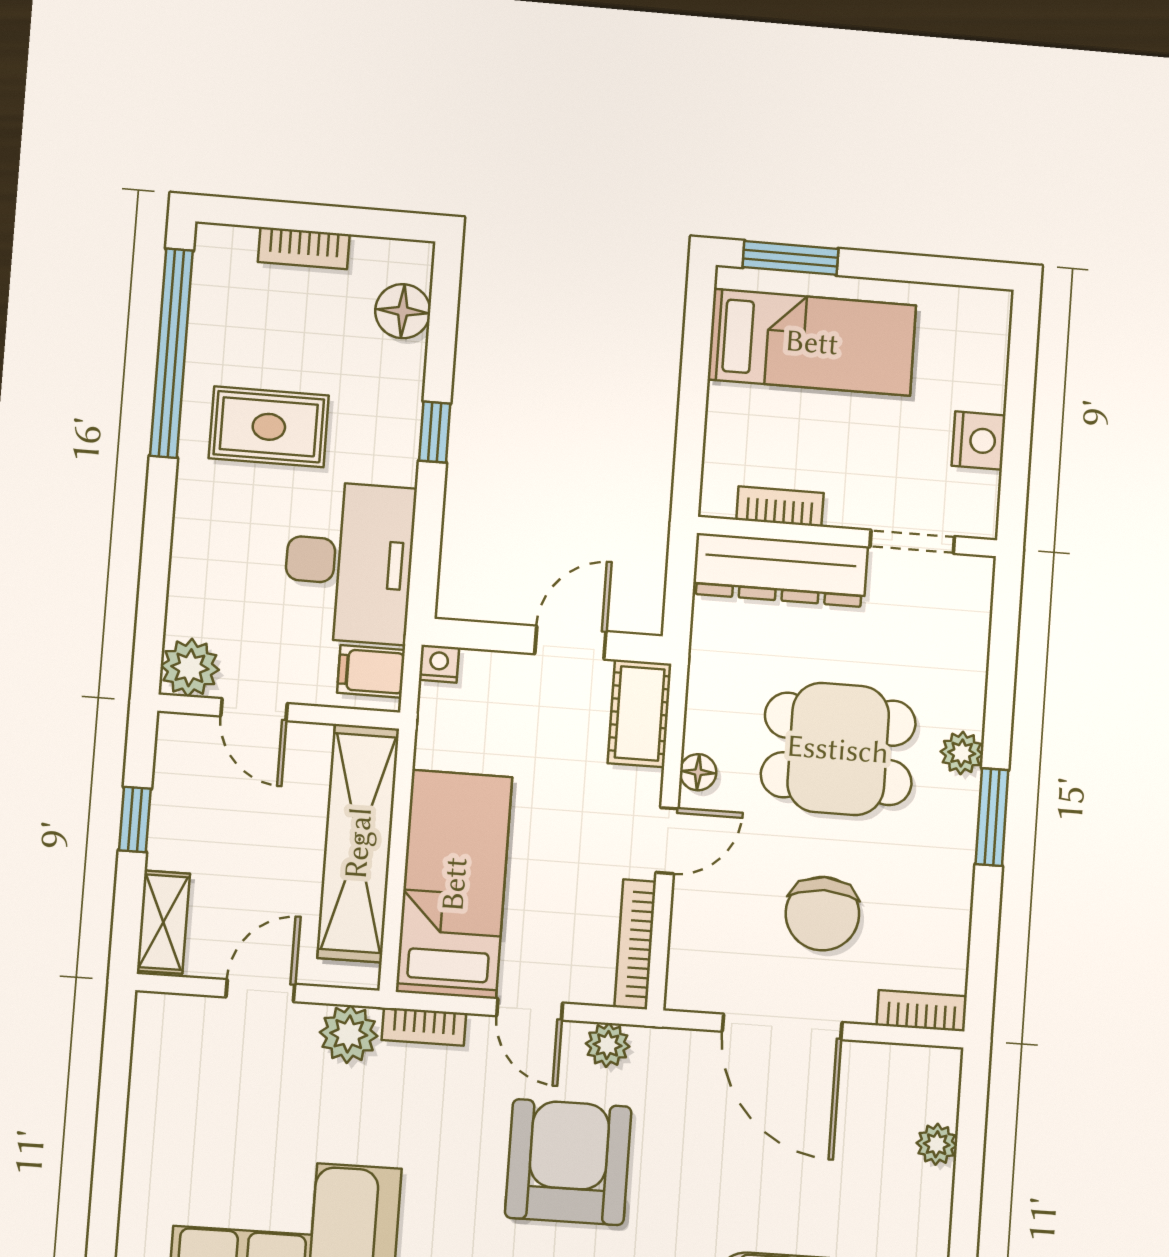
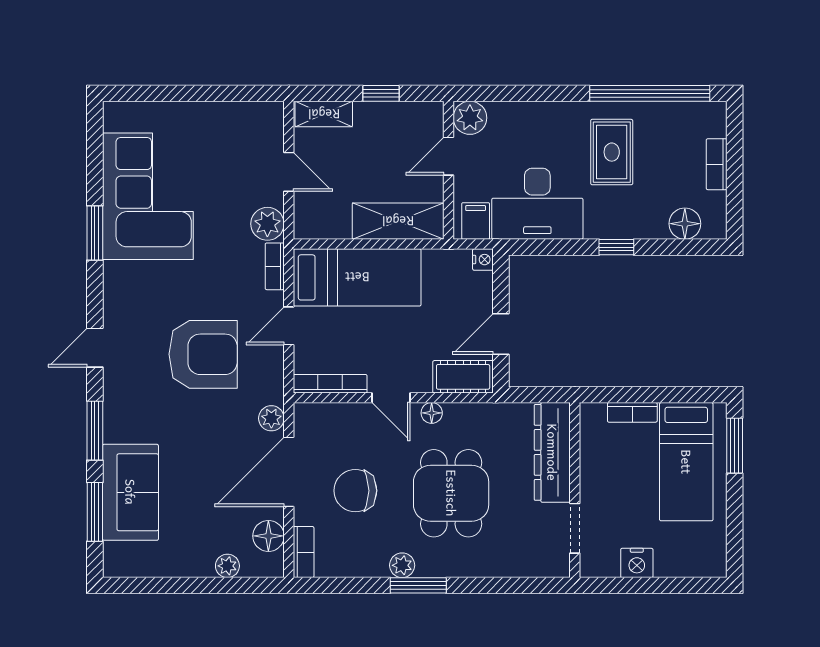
bookcase: (780, 506) -> (632, 412), moved, turned 90
door: (570, 643) -> (501, 334), swing flipped
plant: (962, 753) -> (402, 565), moved
shelving: (358, 843) -> (398, 221), width x0.68
plant: (608, 1045) -> (271, 418), moved
floor lamp: (890, 1070) -> (268, 536), added

